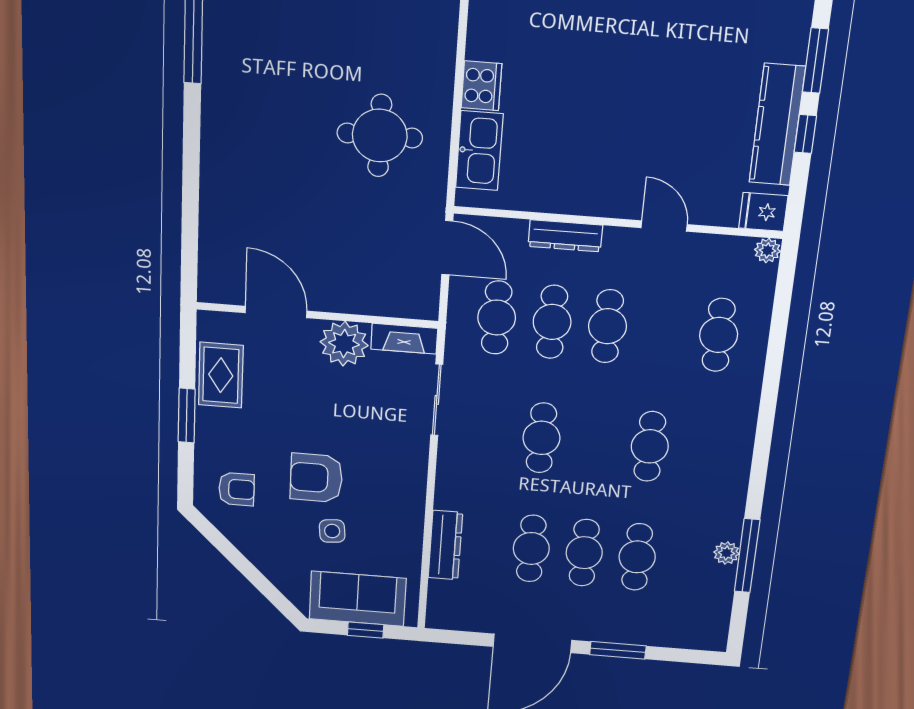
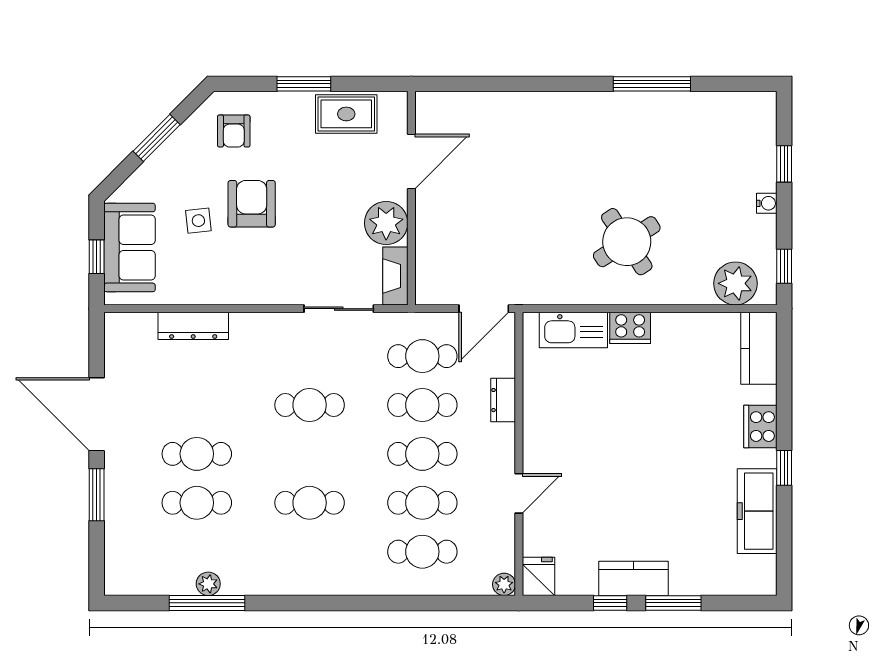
kitchen counter: (777, 125) -> (633, 578), width x0.67
round table: (380, 136) -> (627, 242), moved, turned -33
dresser: (565, 236) -> (503, 400), width x0.70
cafe table: (531, 548) -> (422, 503), moved
window: (242, 564) -> (157, 138), added

